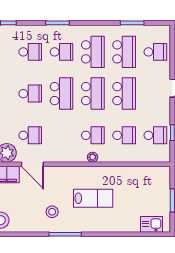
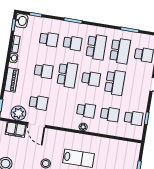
school desk: (93, 94) -> (91, 79), width x0.54

